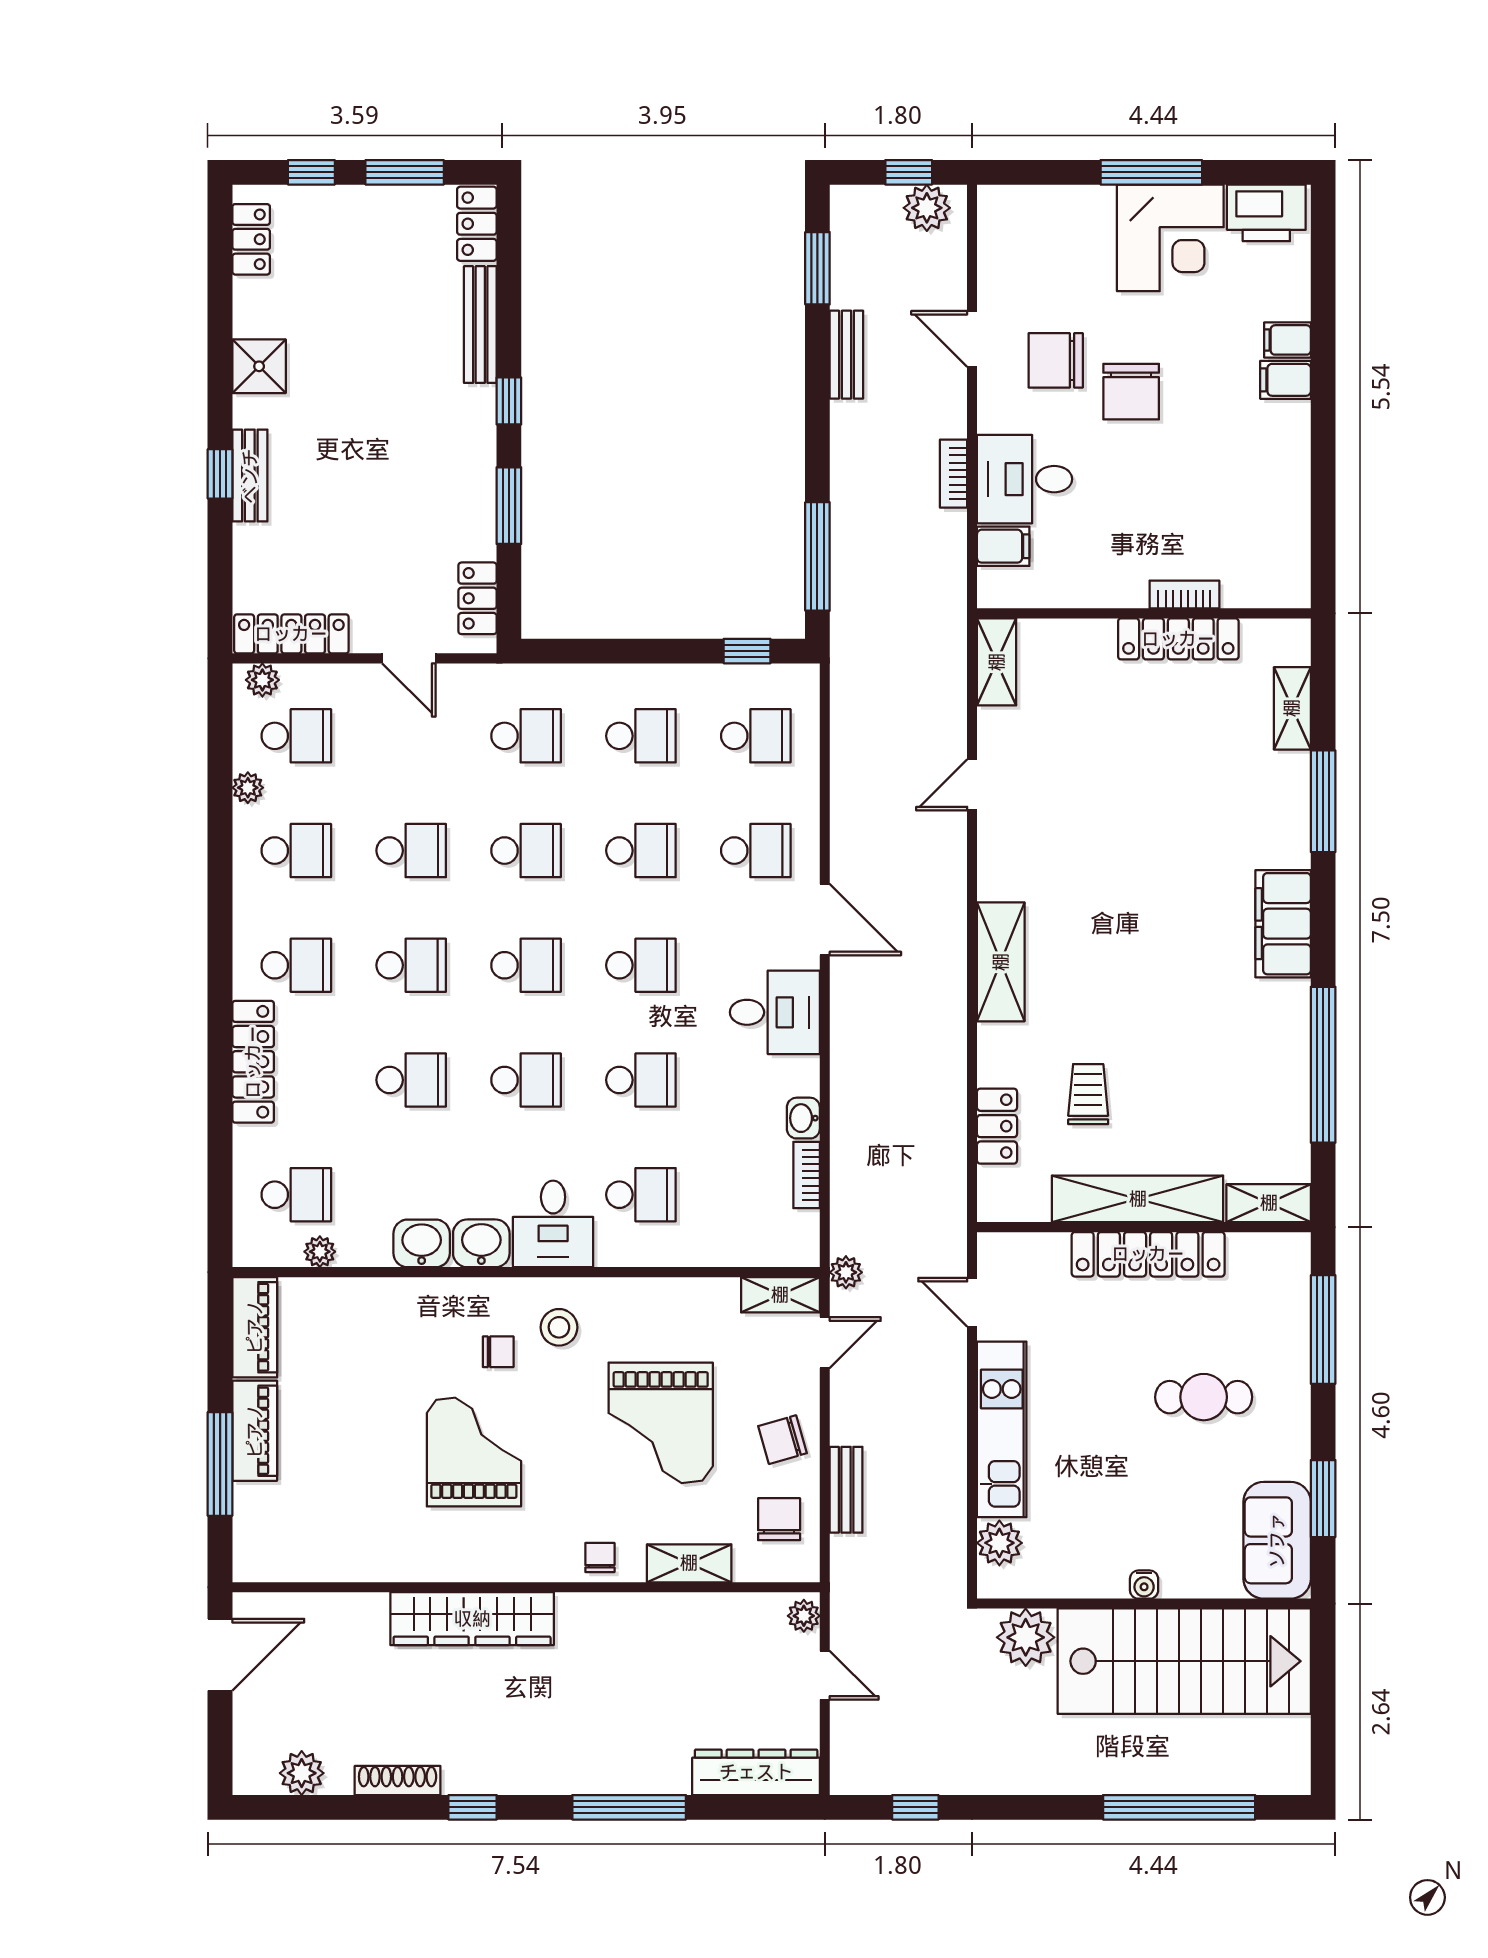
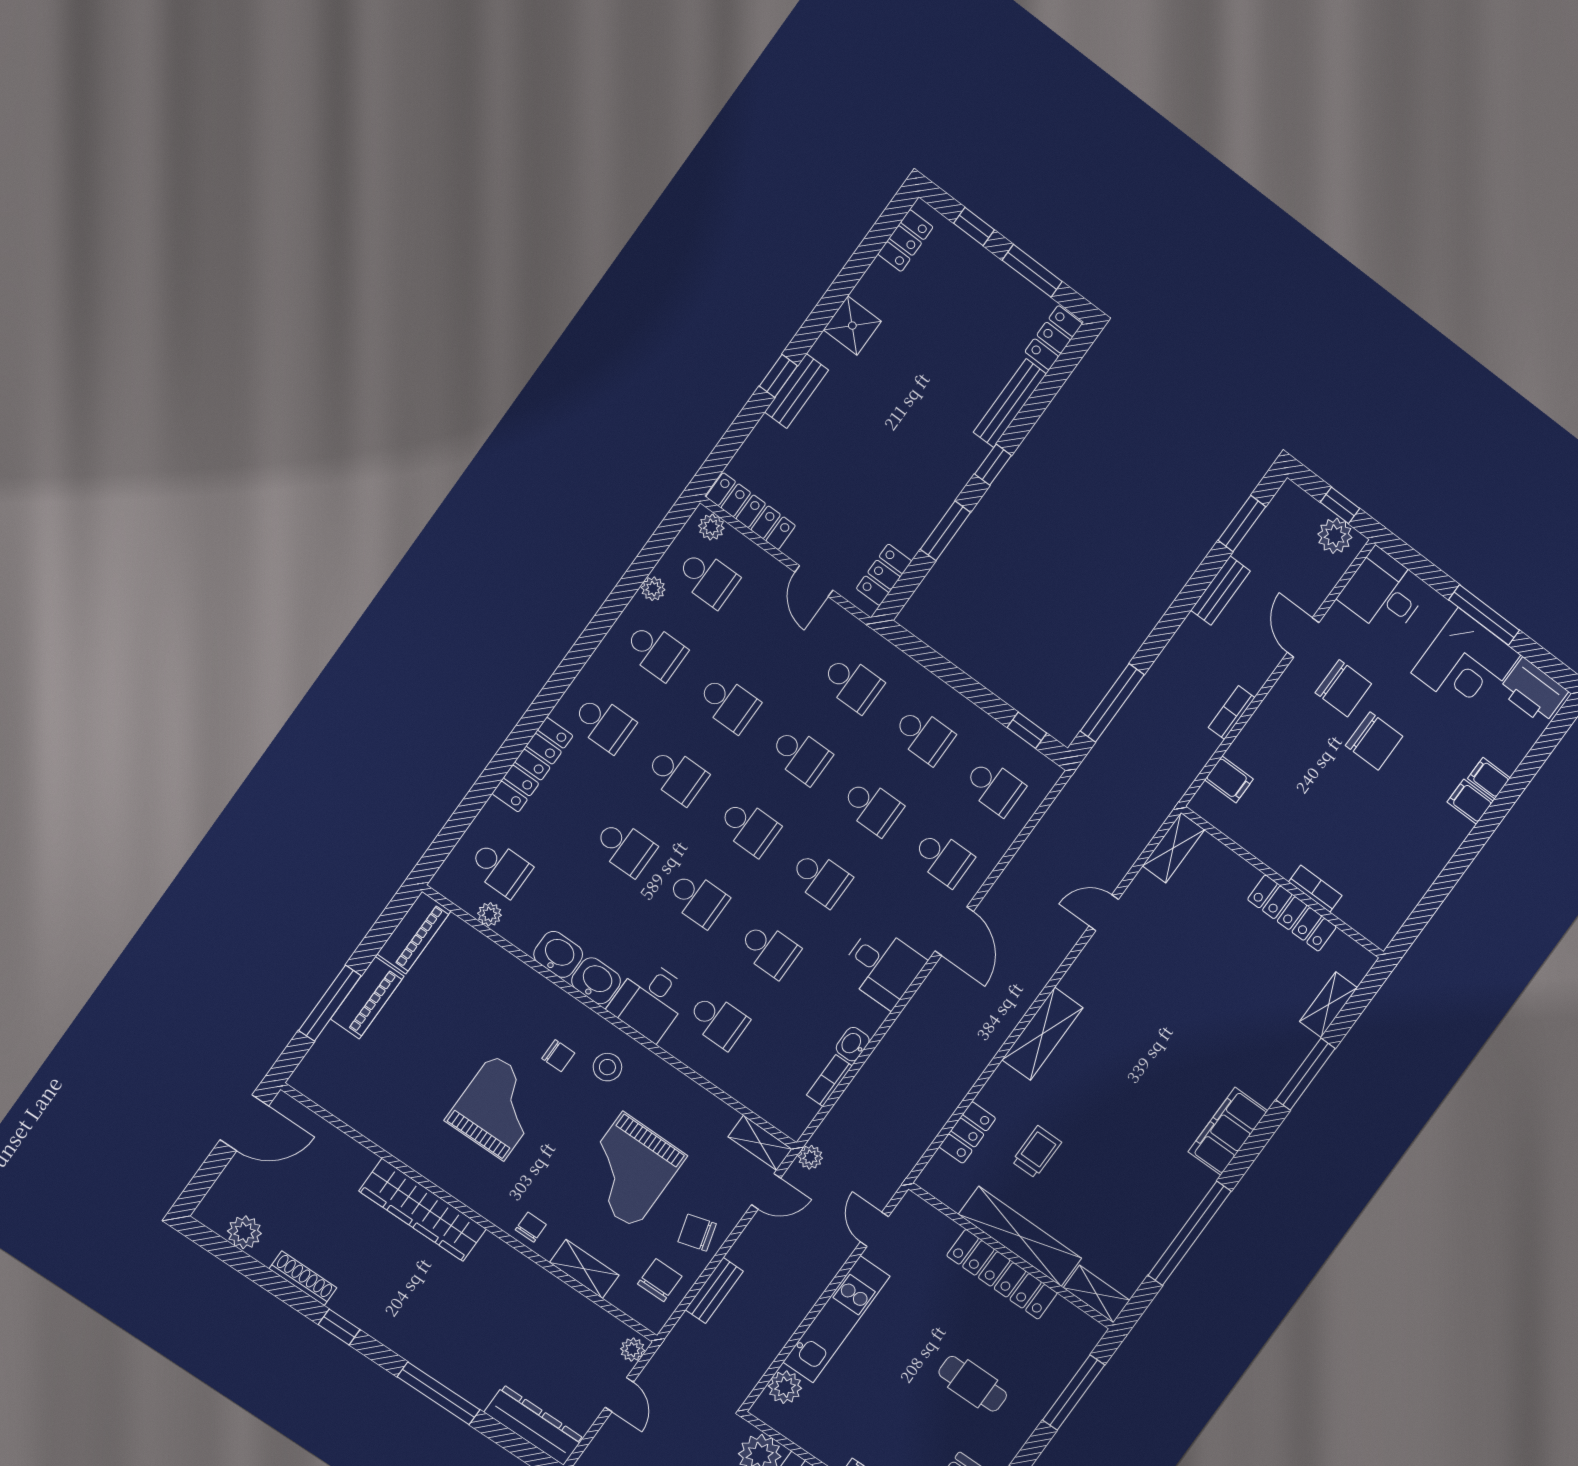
chair: (1056, 360) -> (1343, 688), turned 180
chair: (1131, 392) -> (1374, 741), turned -90
desk: (1025, 479) -> (1384, 593), moved

